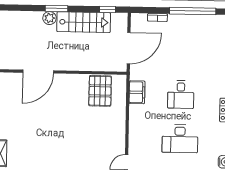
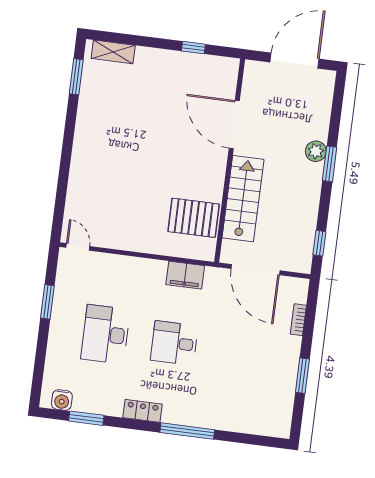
window: (193, 11) -> (302, 376), width x0.47
stairs: (84, 22) -> (243, 199), moved, turned 180

